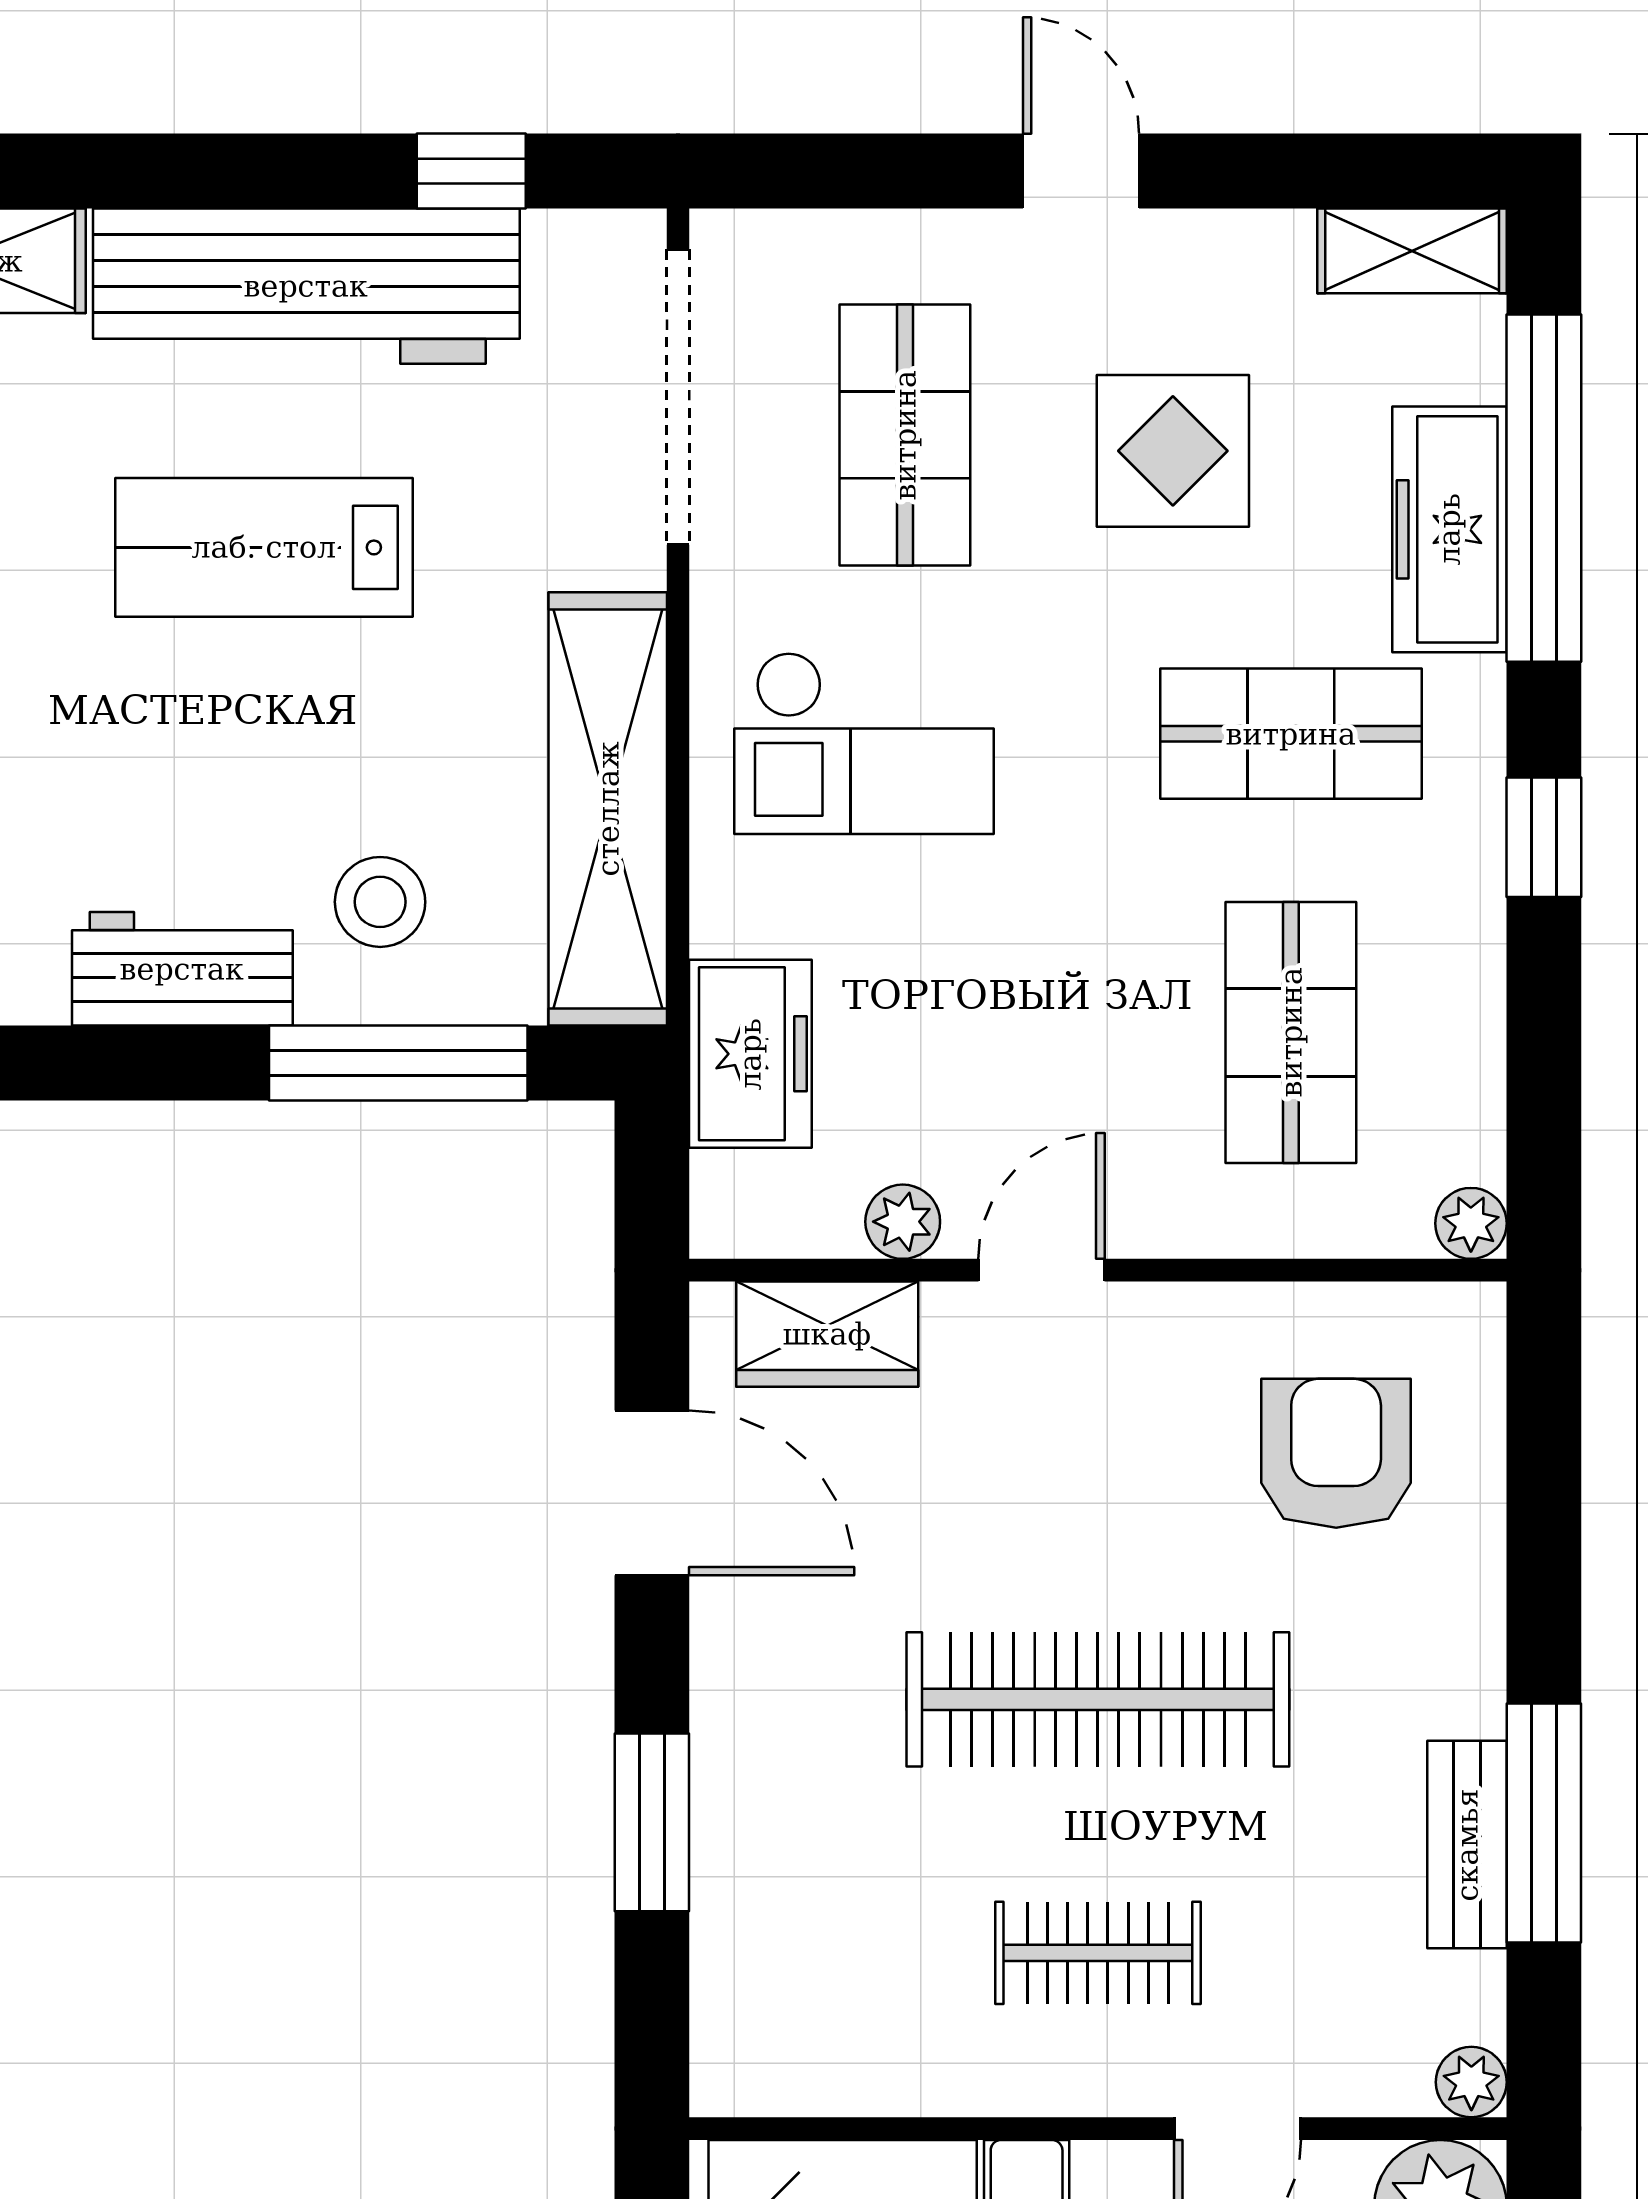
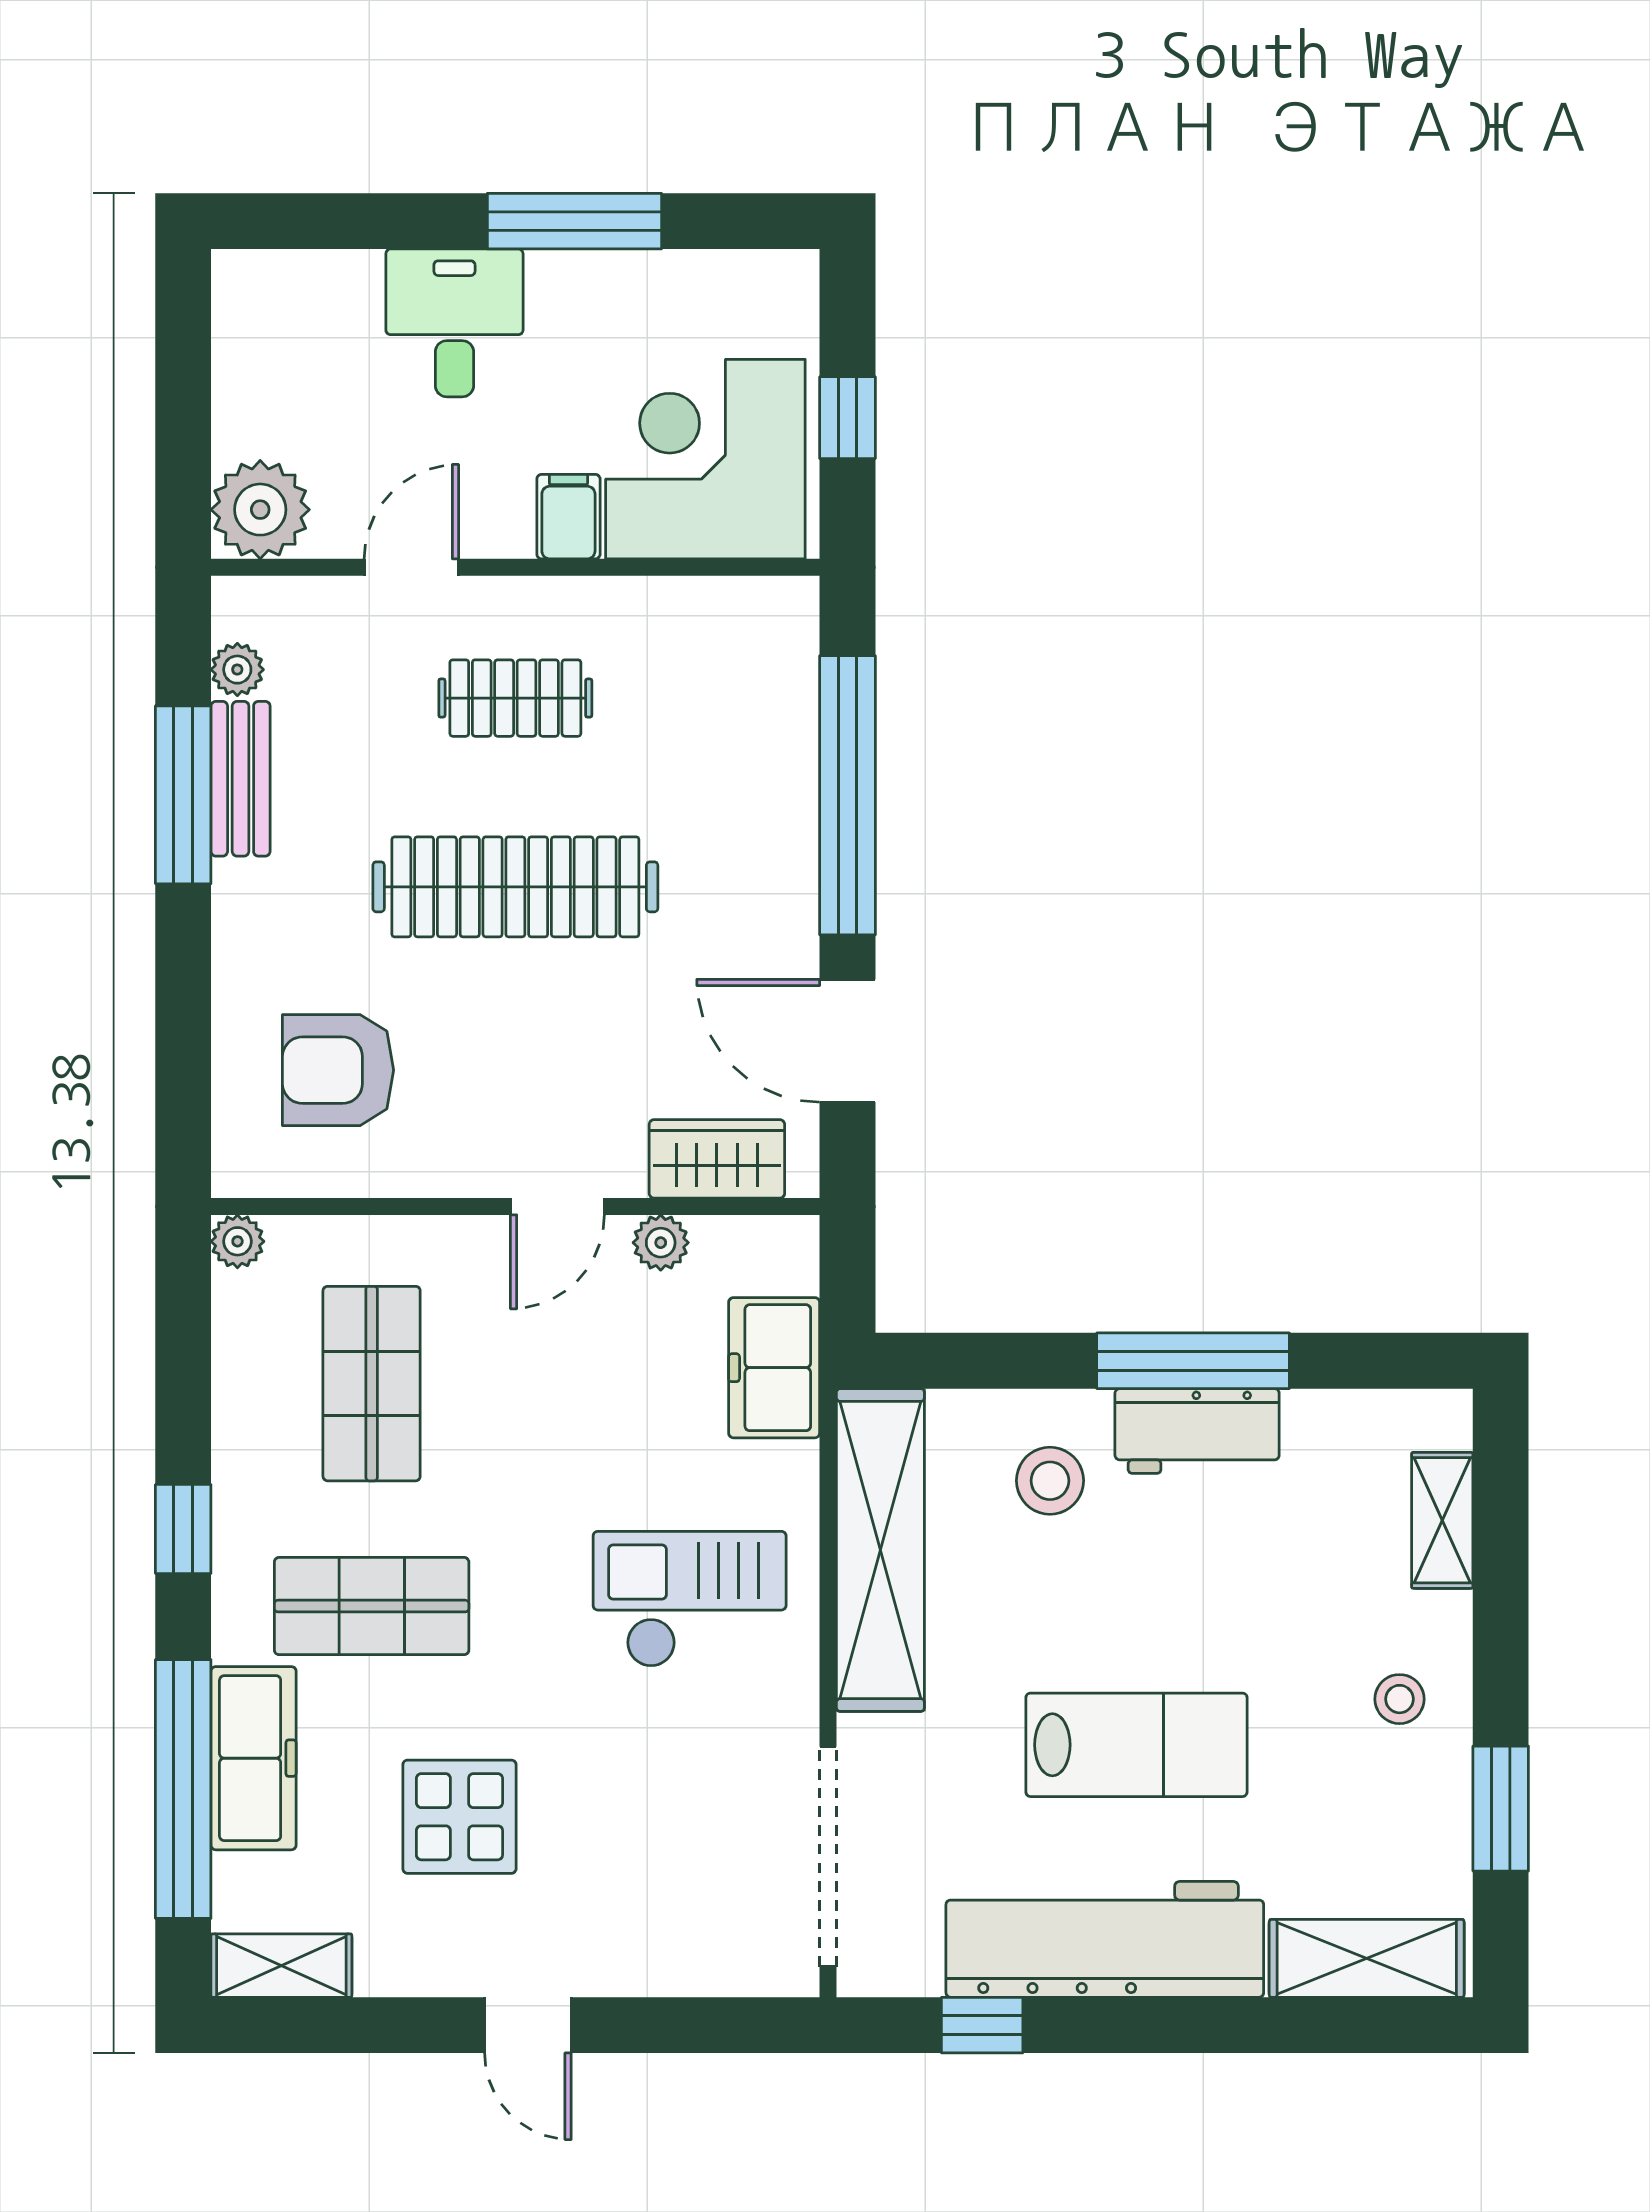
shop shelf: (905, 435) -> (659, 1829), removed
window: (398, 1063) -> (1193, 1361), moved
armchair: (1336, 1453) -> (338, 1070), turned 90
window: (652, 1822) -> (847, 795), width x2.11
plant: (1471, 2082) -> (237, 670), moved

